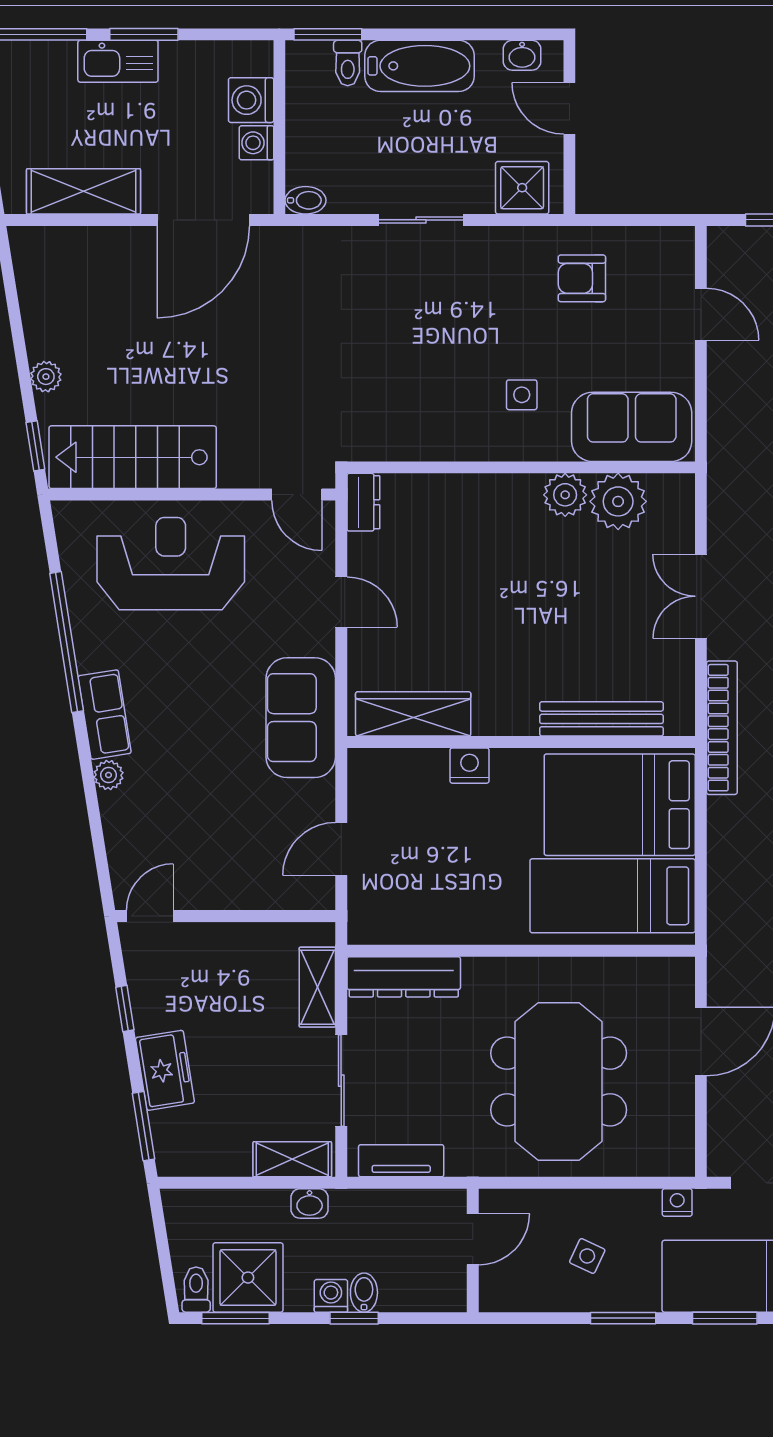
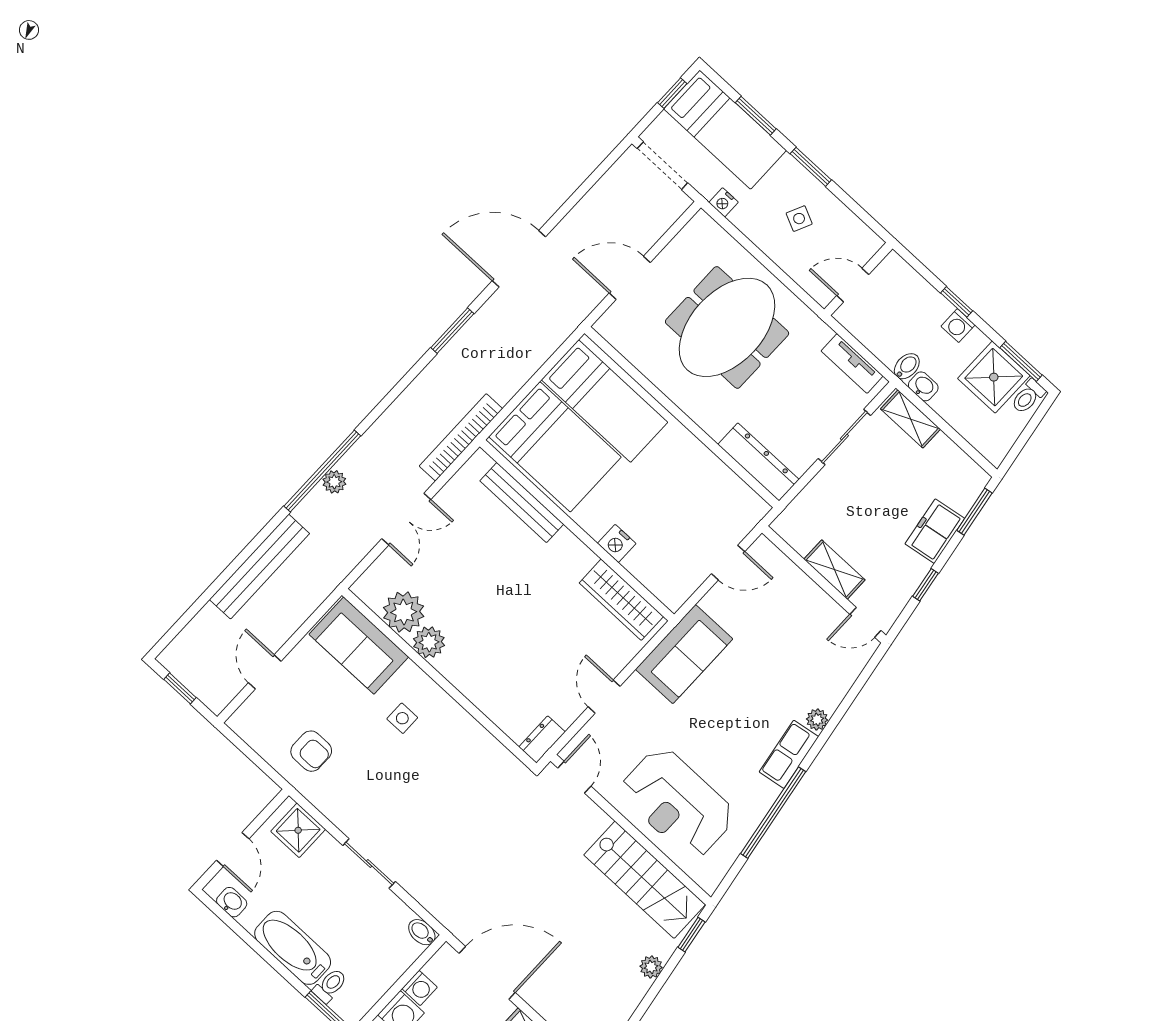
shelving: (317, 987) -> (834, 570), moved, turned 90
bidet: (364, 1293) -> (907, 366), moved, turned 180

